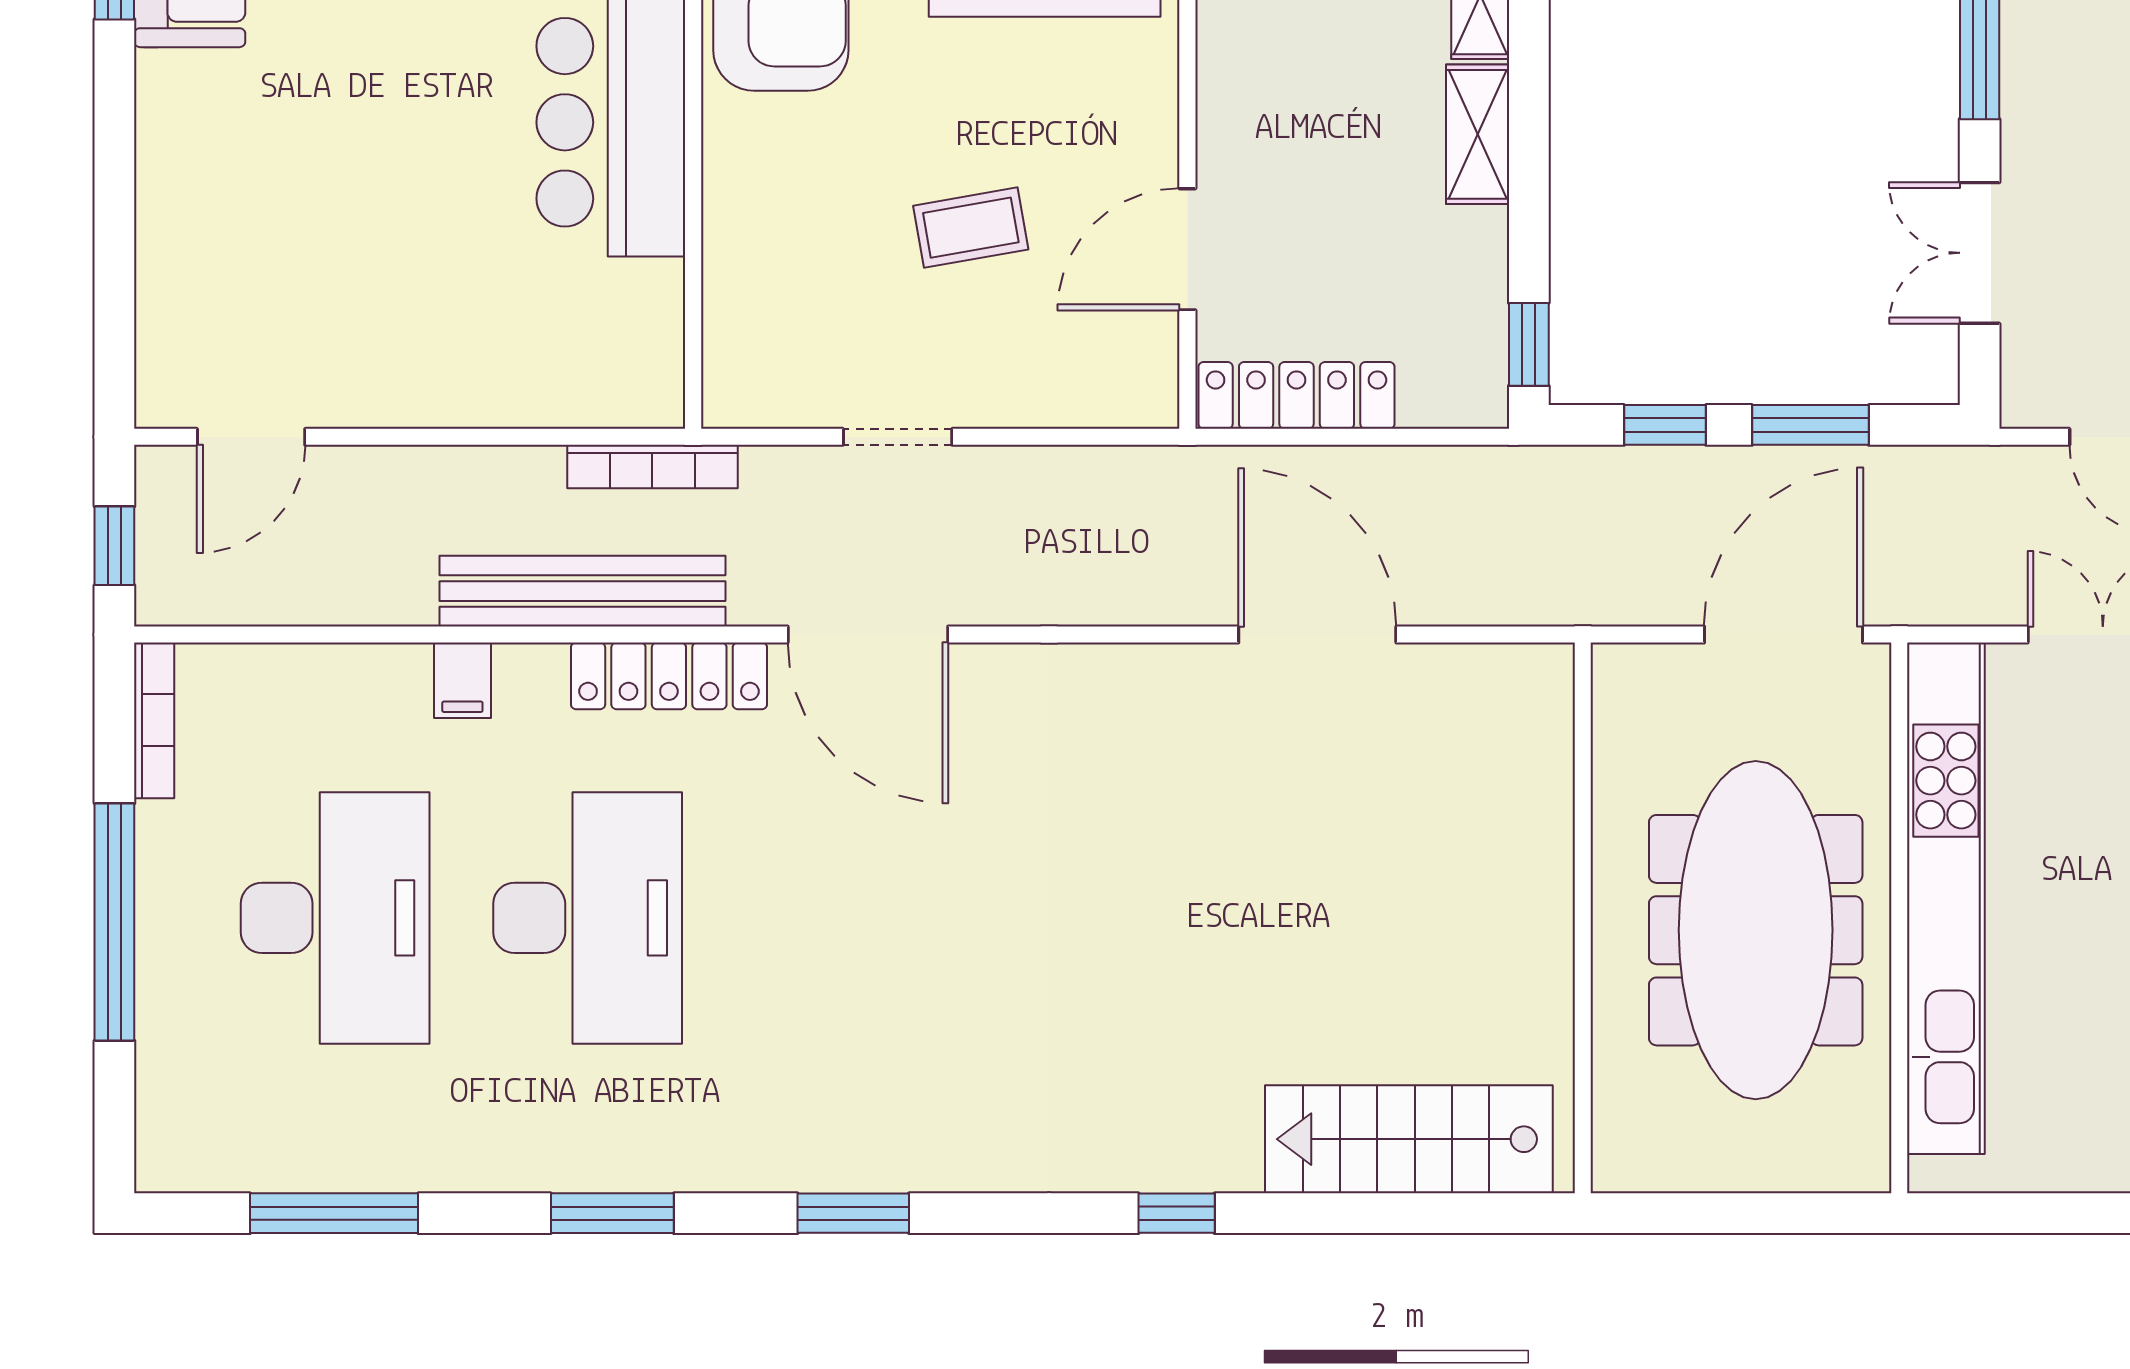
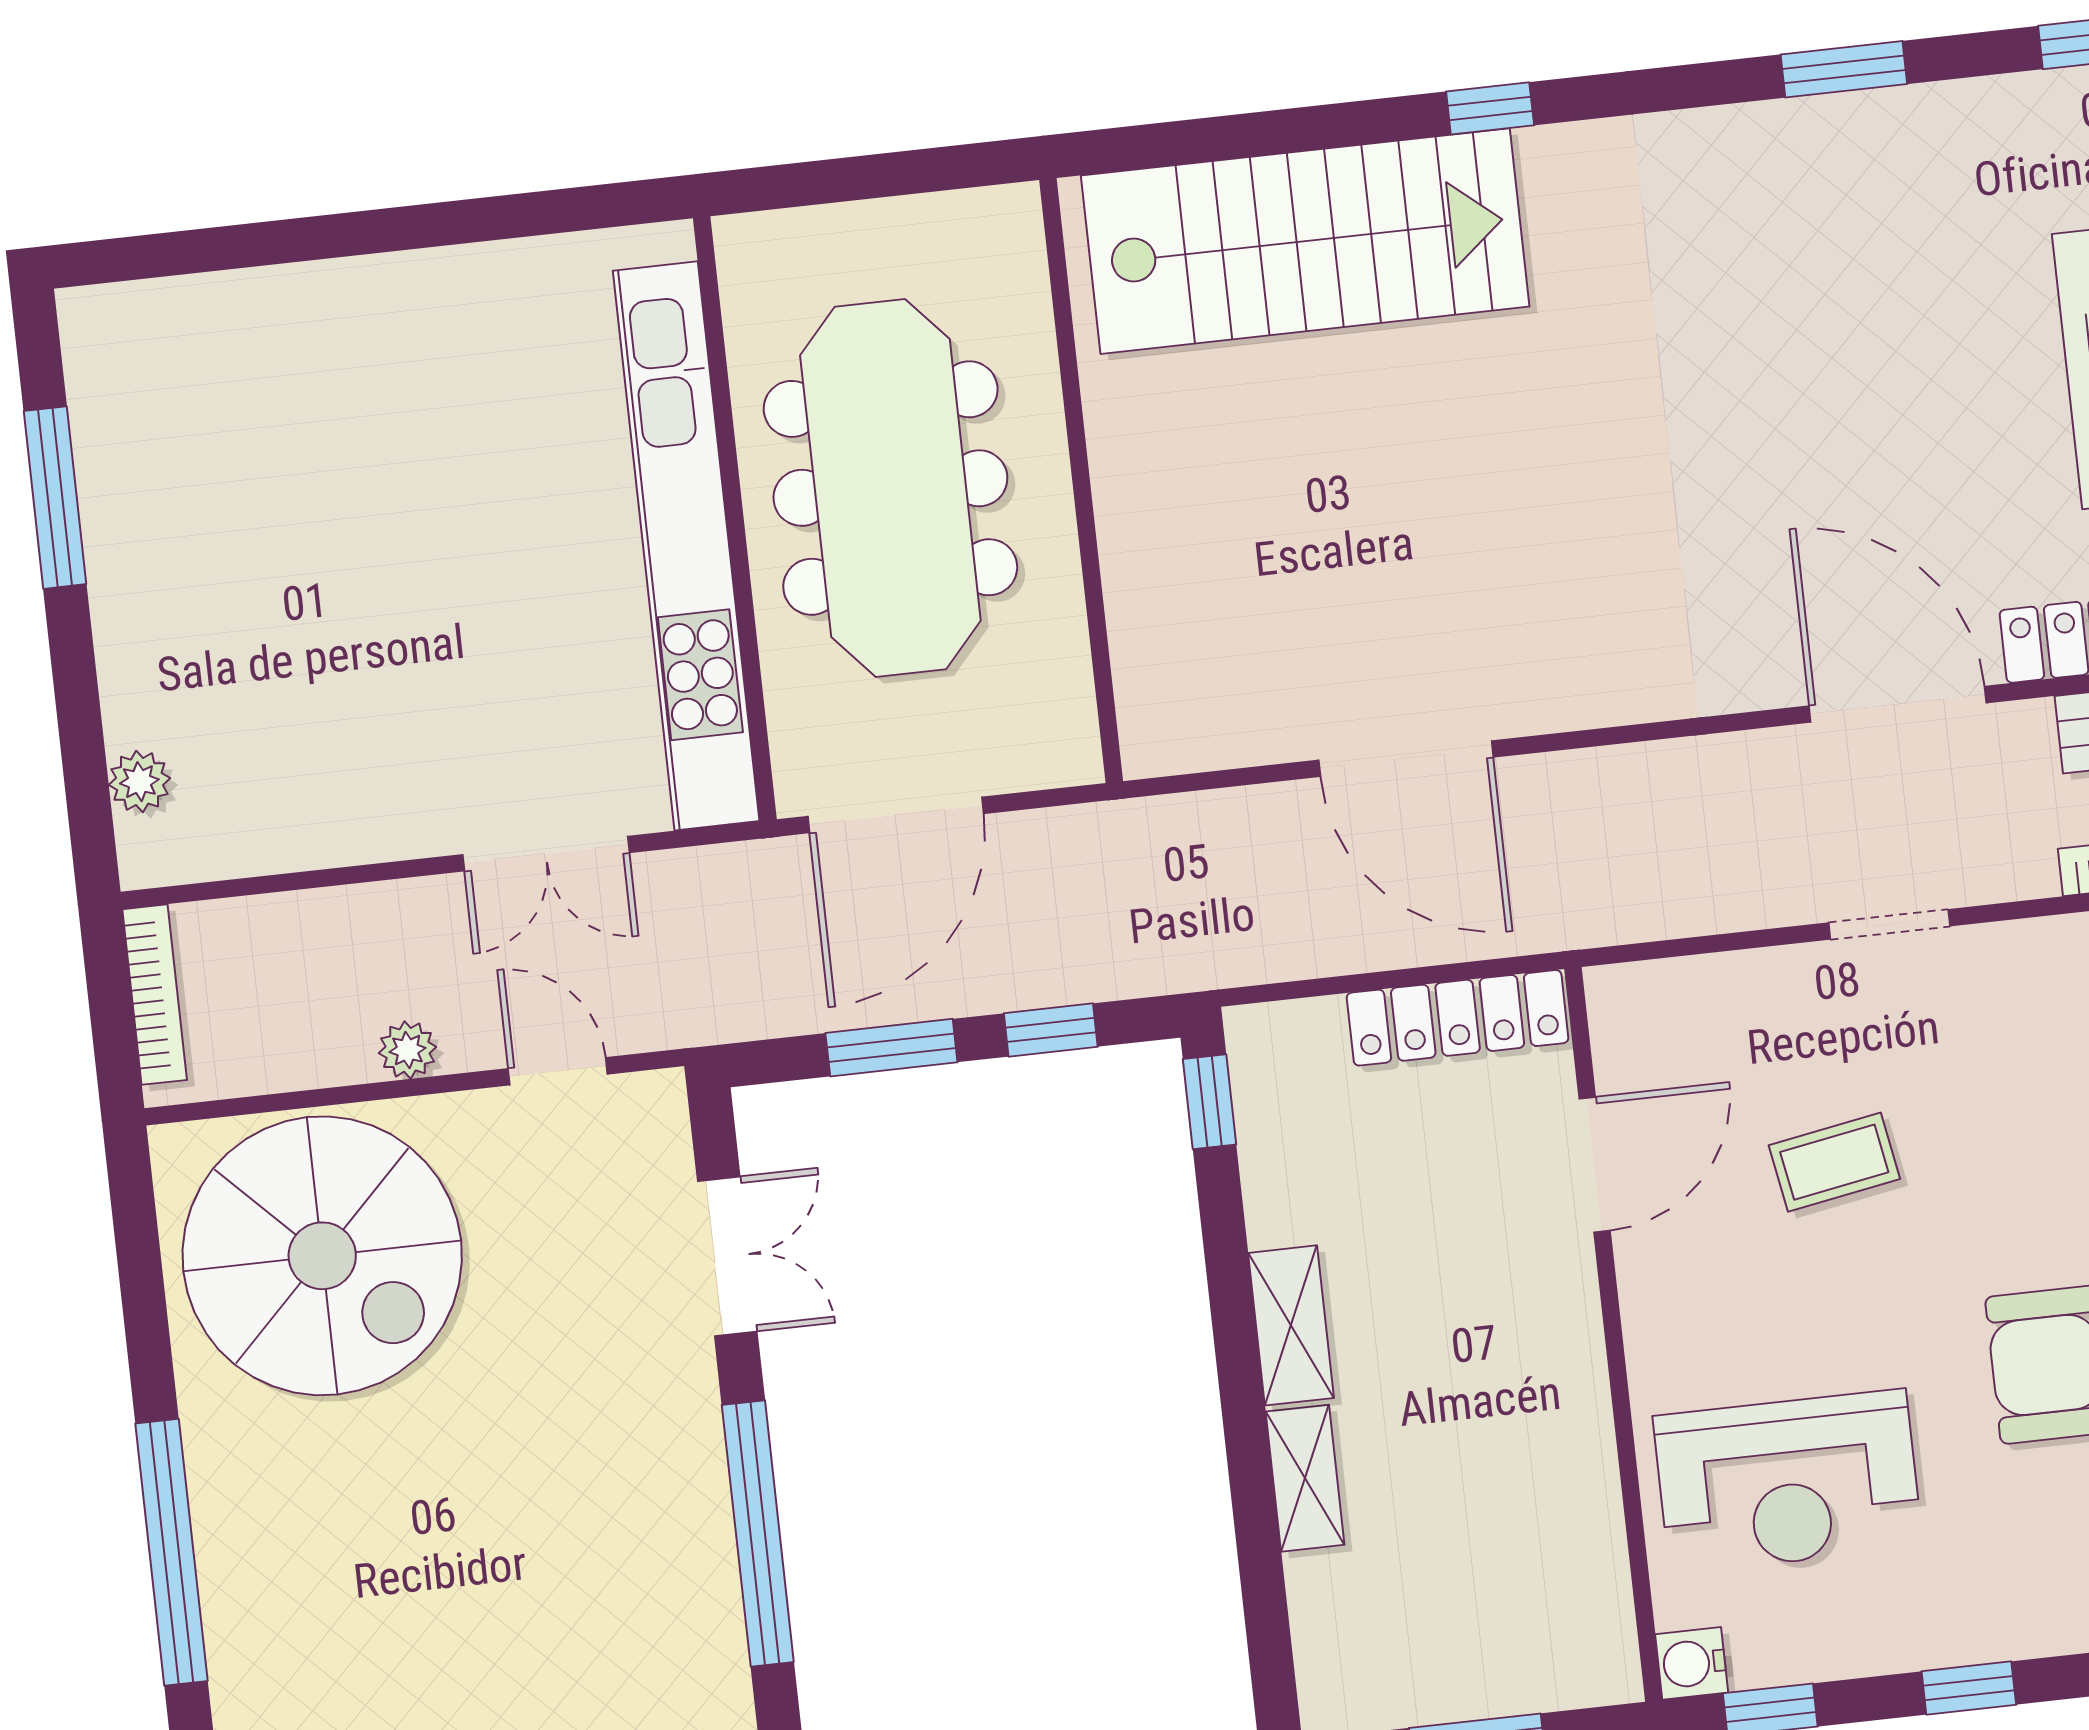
stairs: (1409, 1139) -> (1305, 241), width x1.36, depth x1.51

